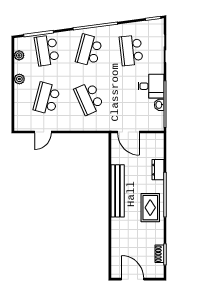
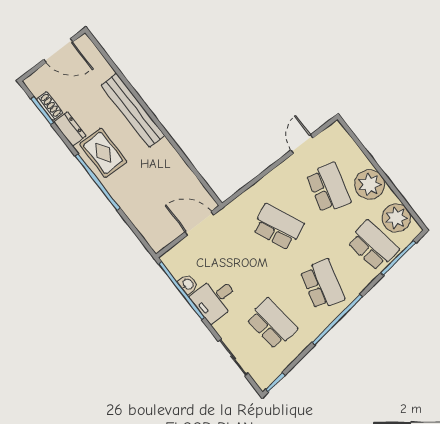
plant: (19, 55) -> (396, 218), width x1.87, depth x1.87
plant: (19, 79) -> (370, 185), width x1.88, depth x1.88
dresser: (158, 170) -> (70, 129), moved
bench: (118, 191) -> (133, 110), moved

